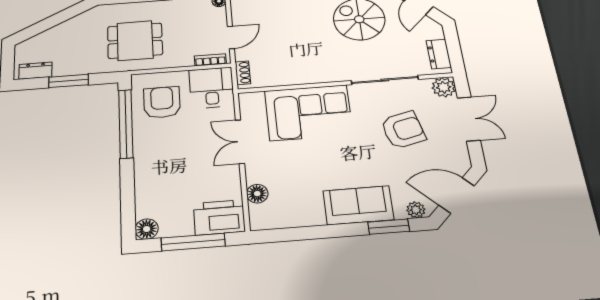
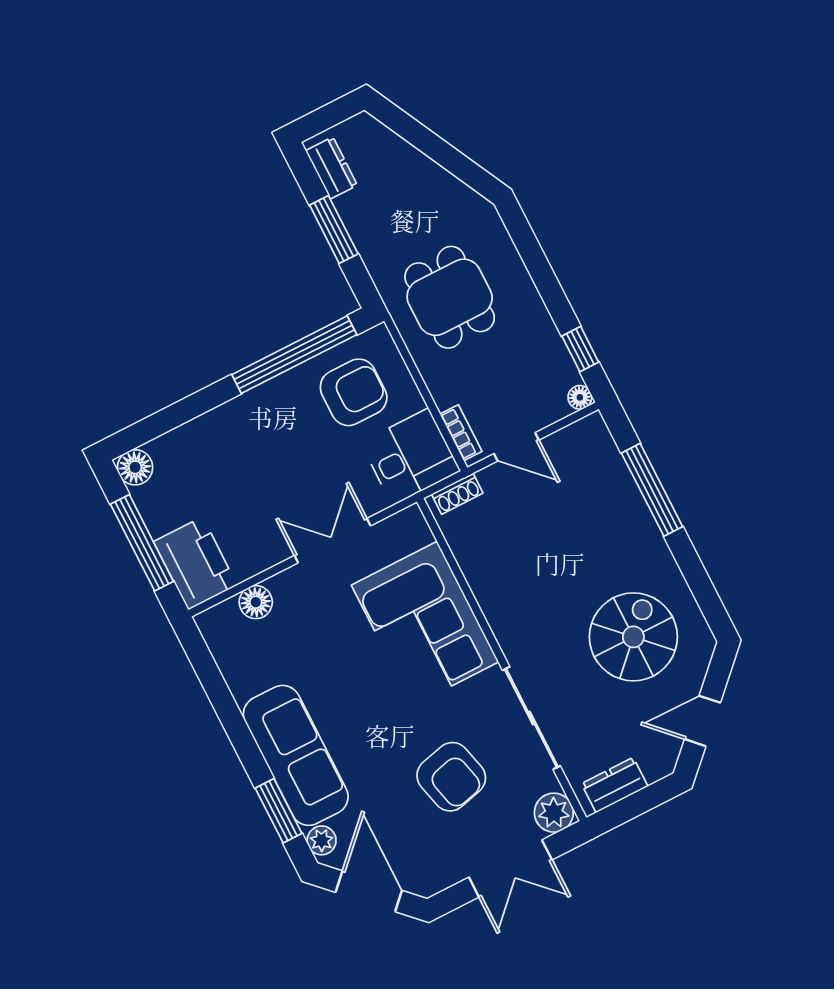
sofa: (358, 205) -> (296, 755), width x1.36

